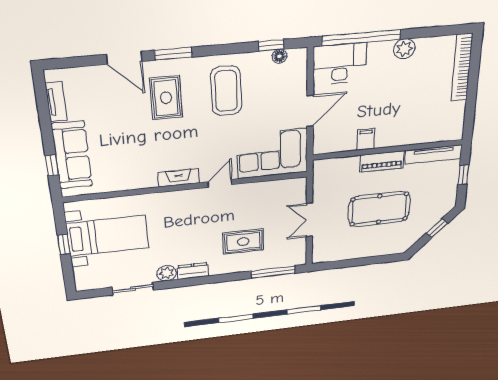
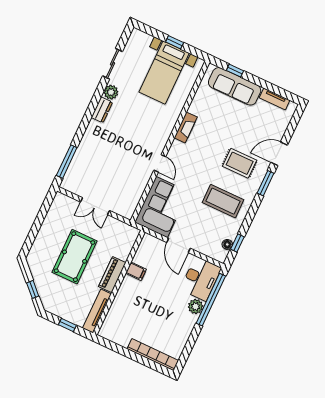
plant: (404, 49) -> (196, 306), moved
fireplace: (179, 178) -> (186, 127), moved
double door: (309, 220) -> (95, 206), swing flipped
rug: (243, 242) -> (105, 155), removed

